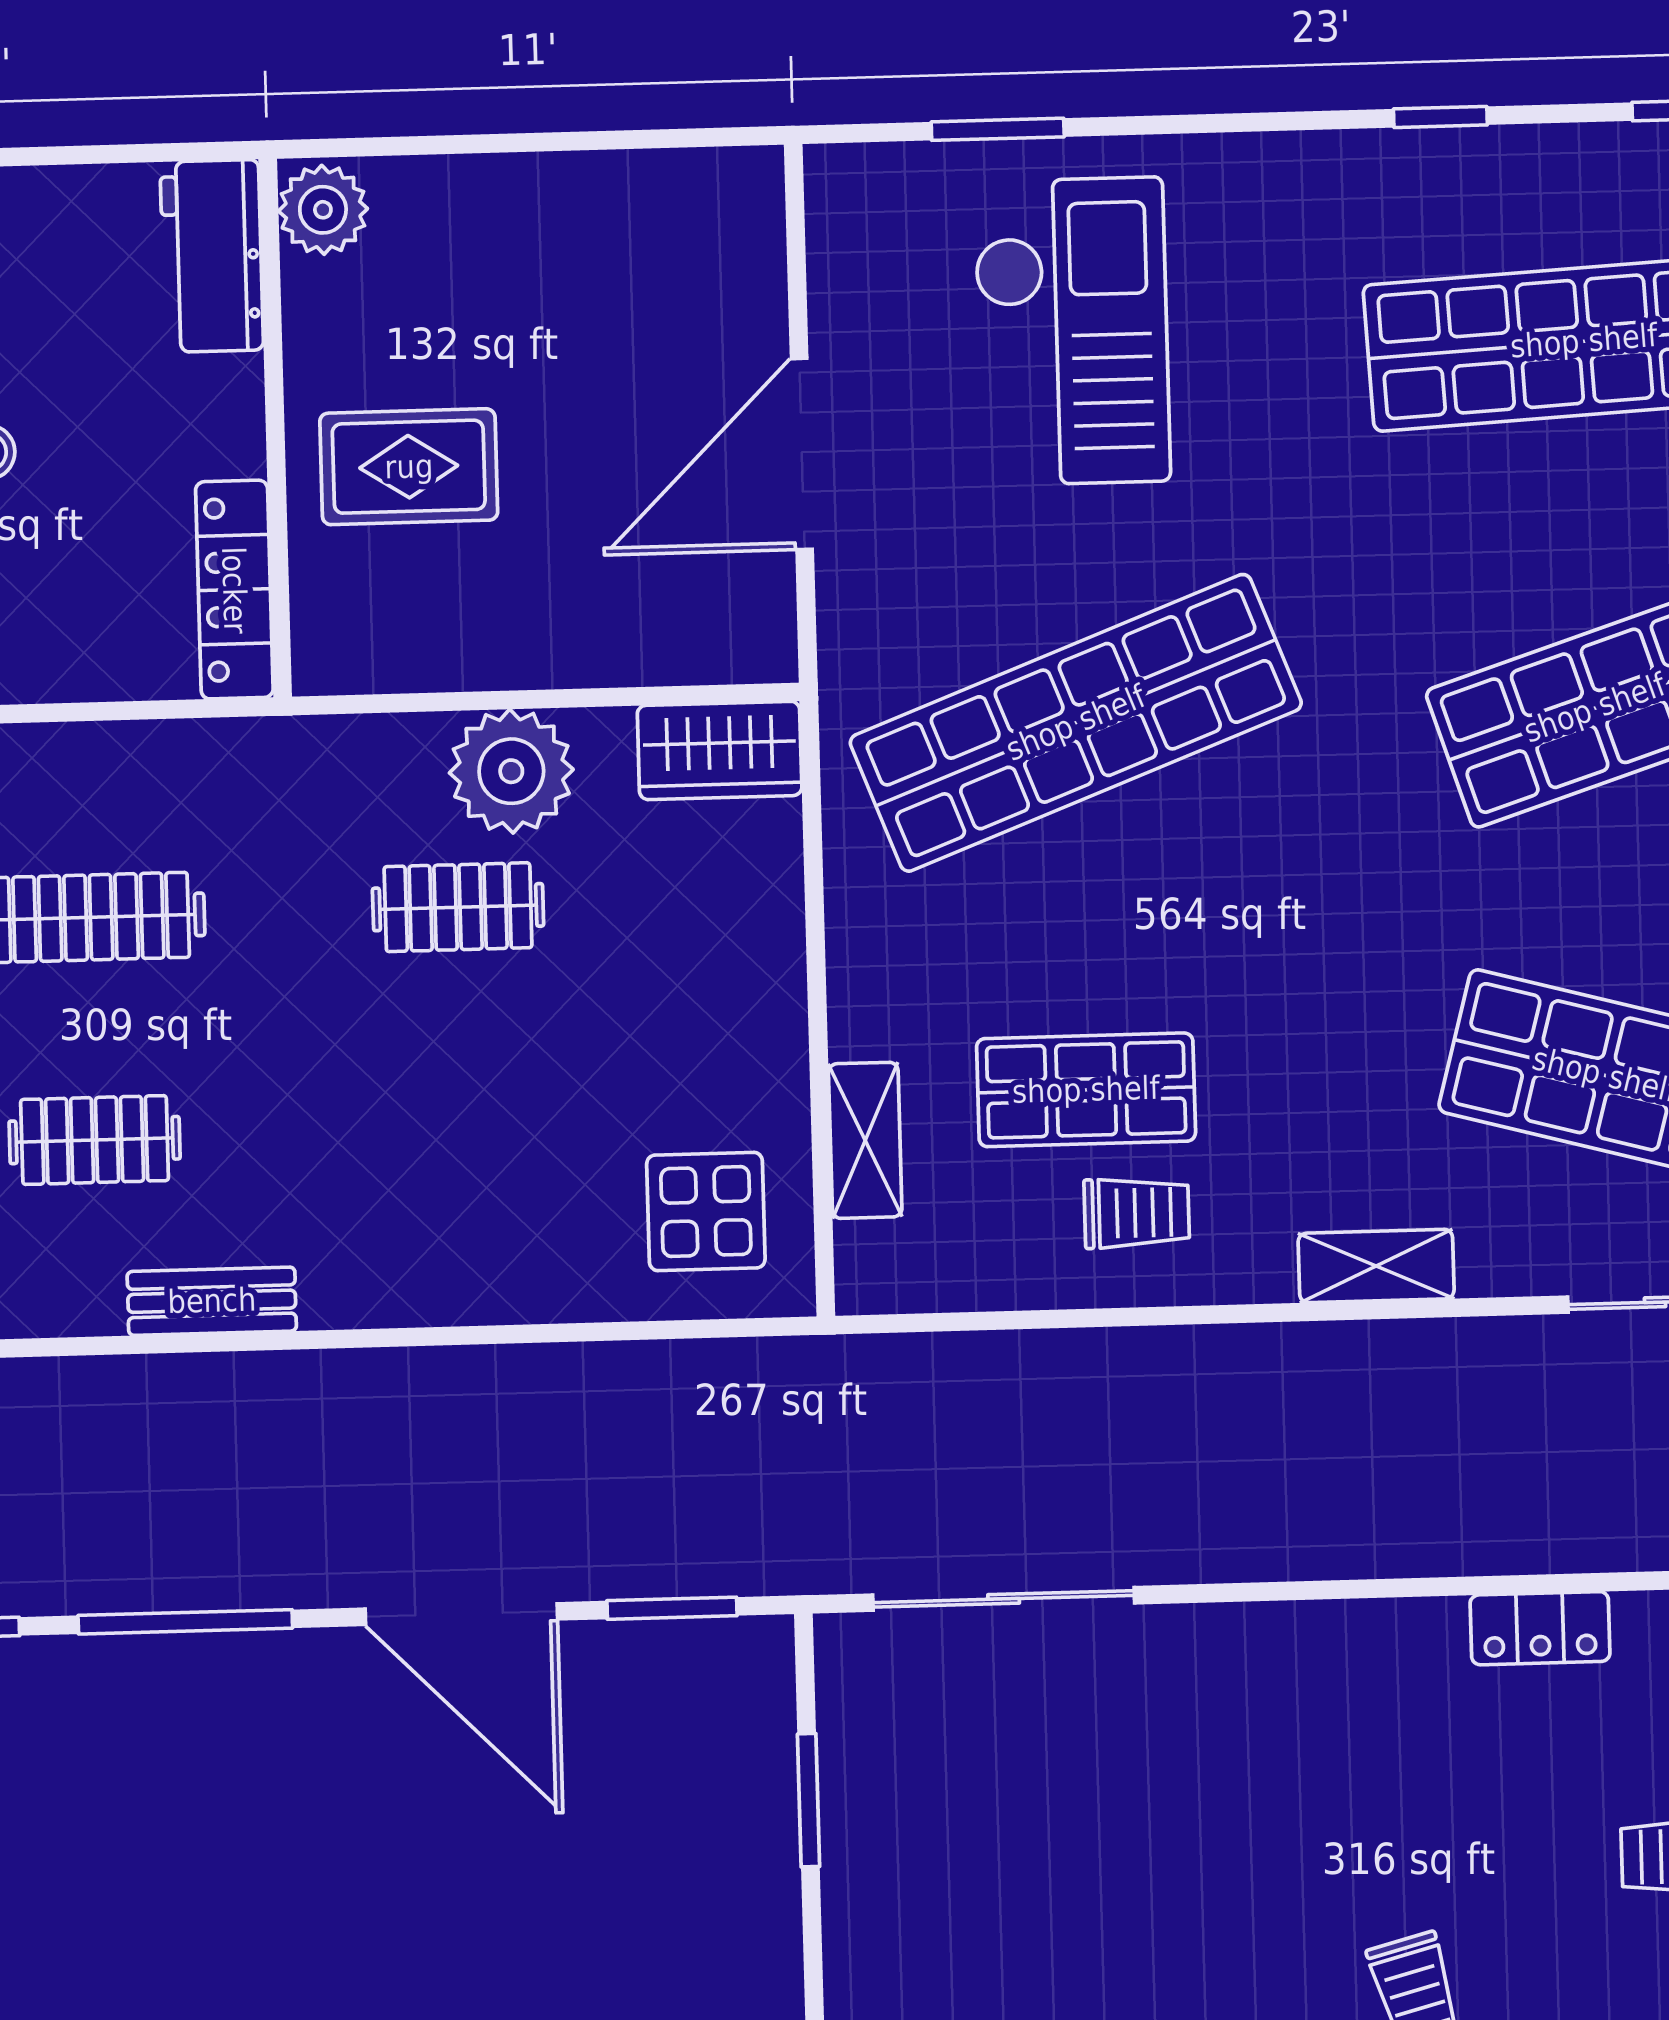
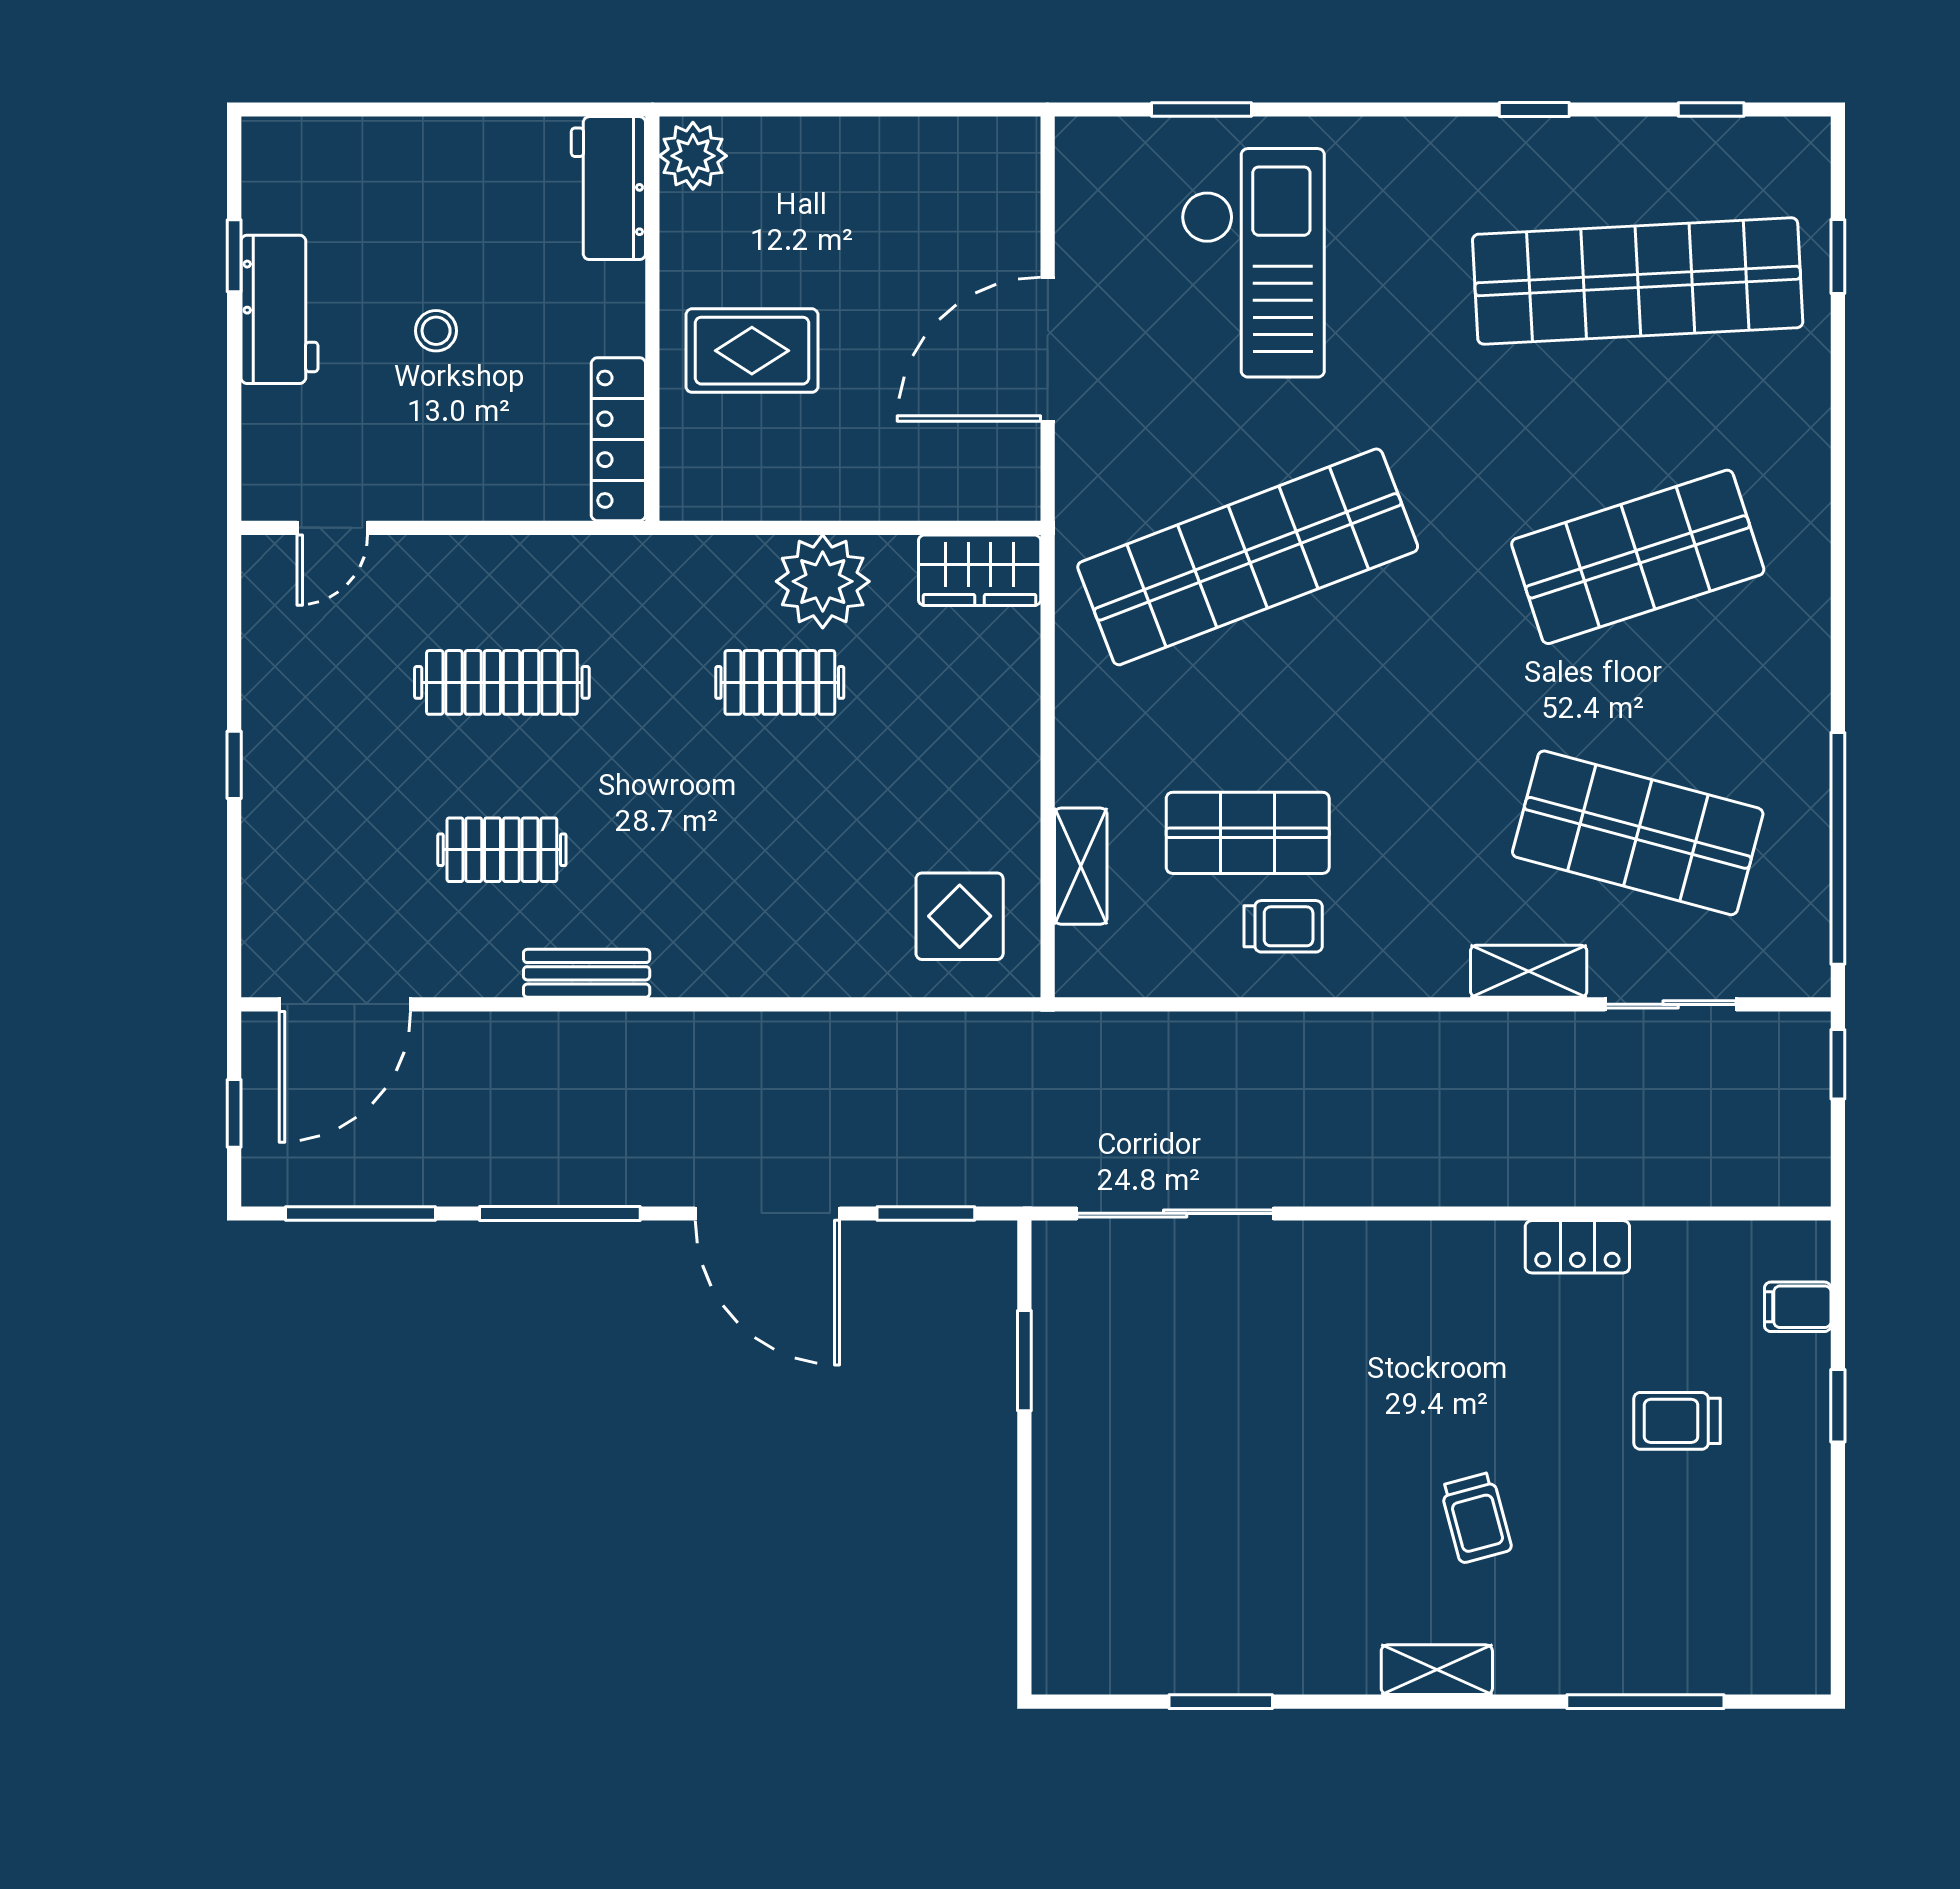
shelving: (1376, 1266) -> (1529, 971), moved

